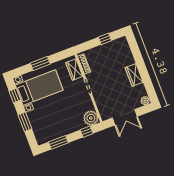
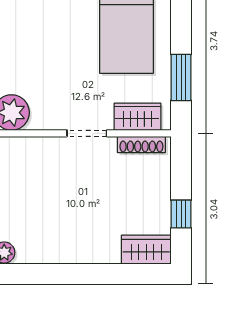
window: (40, 63) -> (181, 77), moved
wardrobe: (134, 75) -> (146, 250), moved

